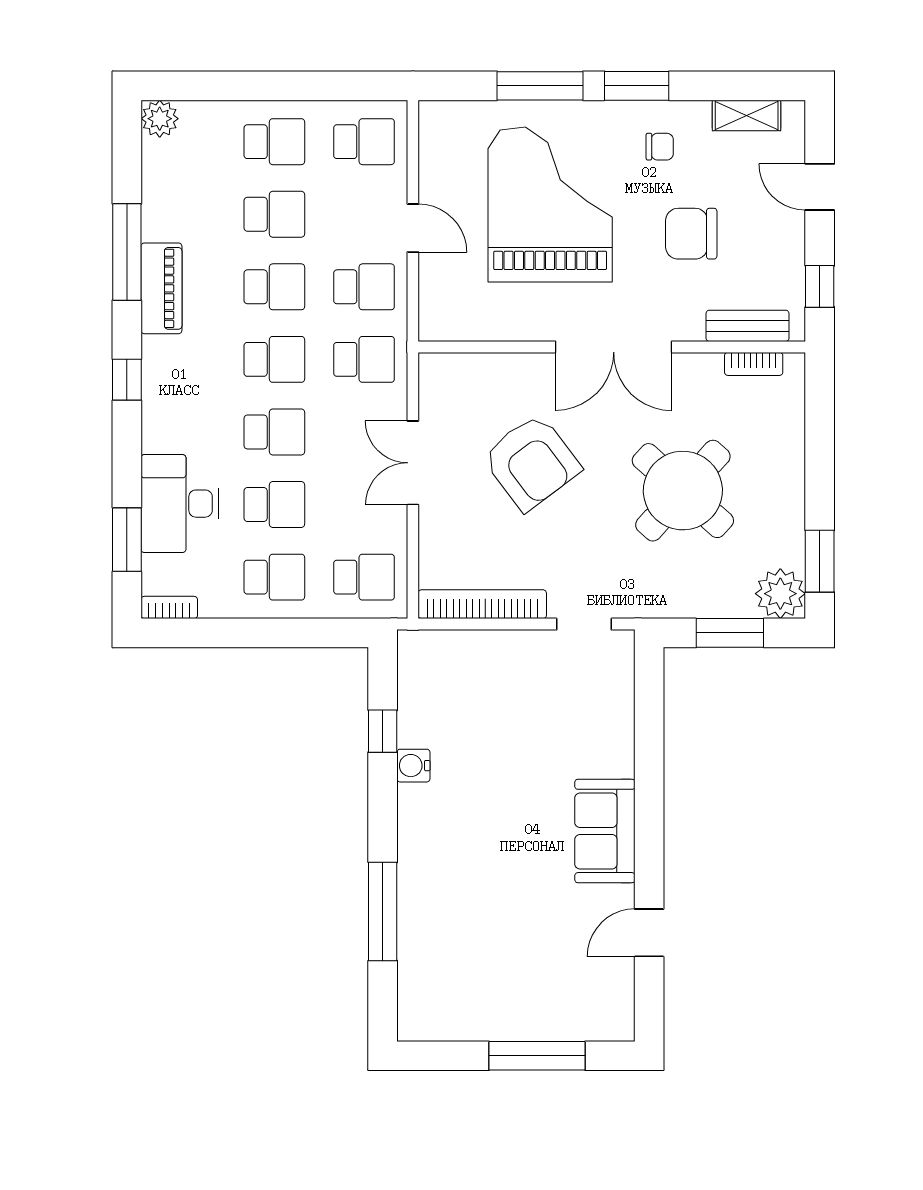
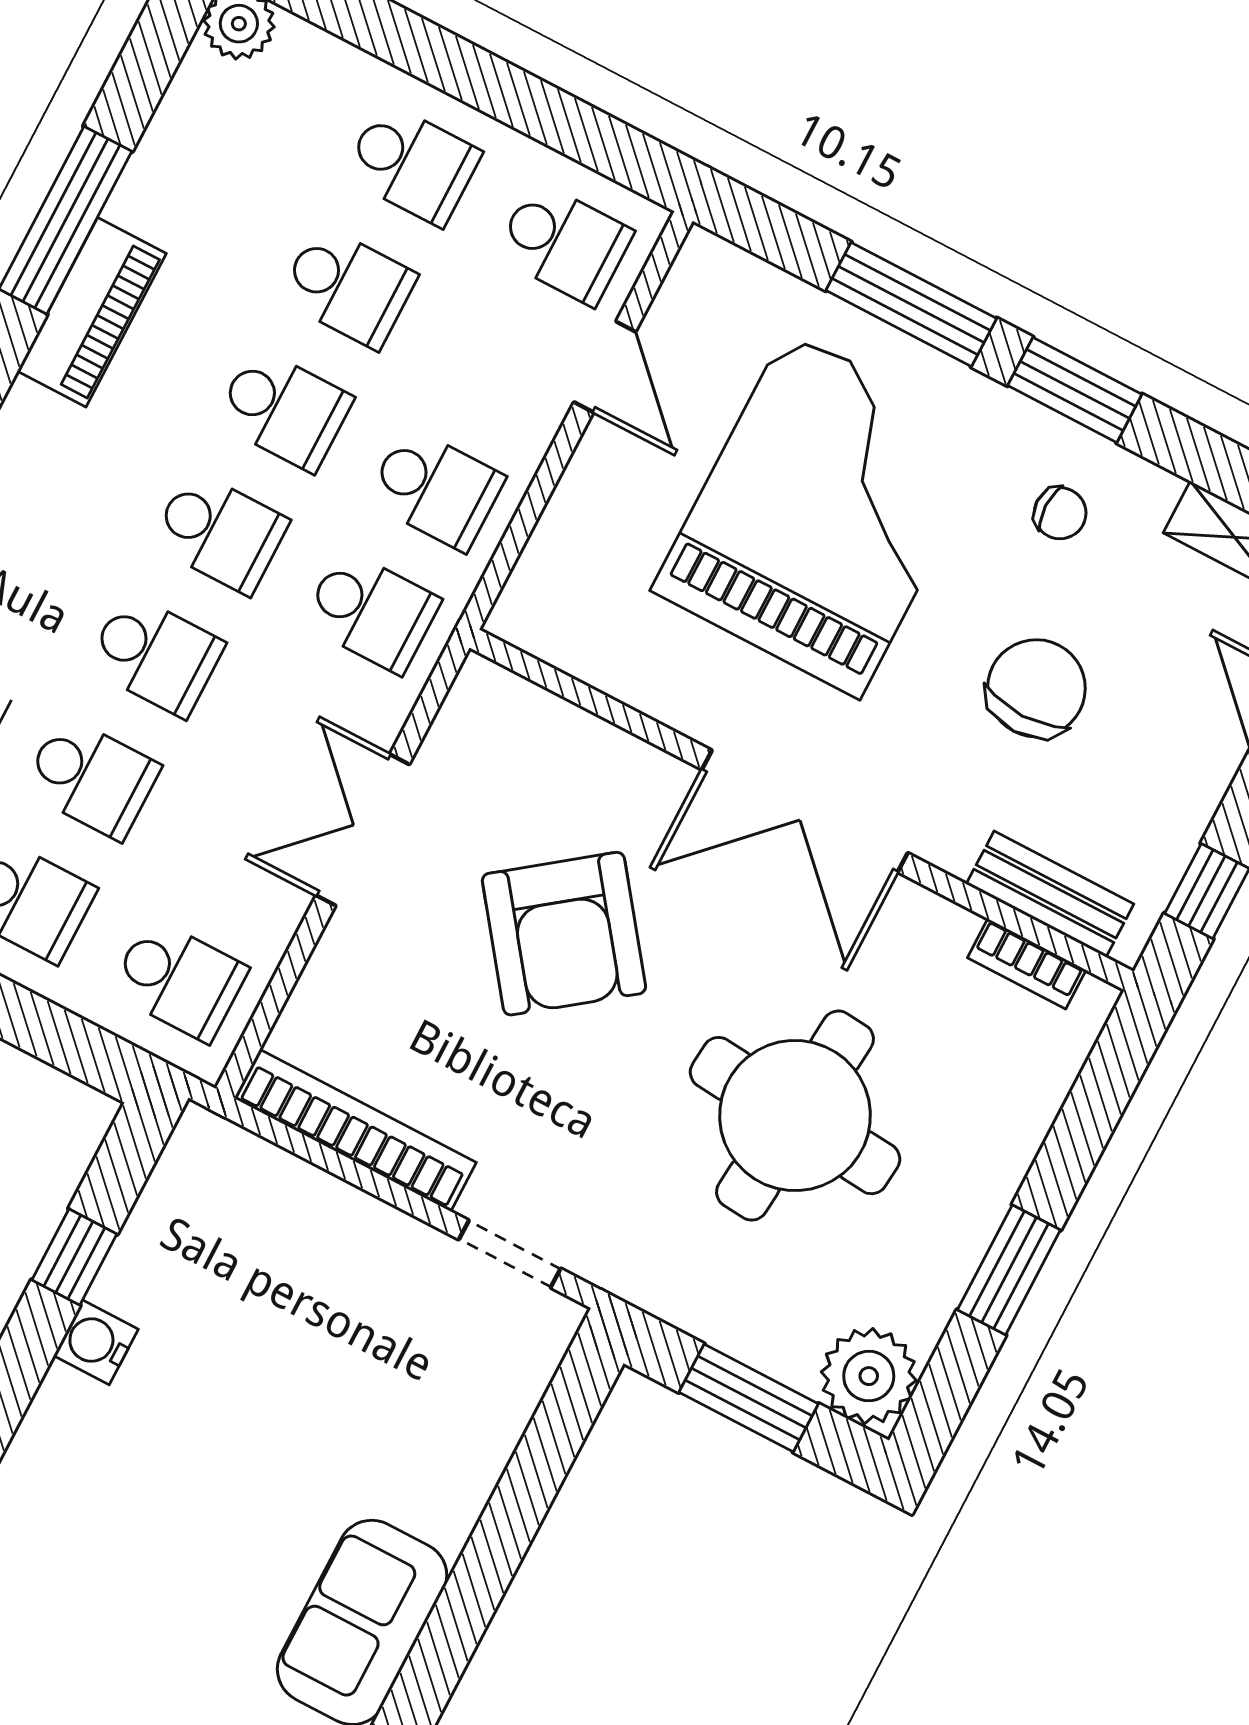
door: (413, 228) -> (605, 367), moved
chair: (691, 234) -> (1036, 688), turned 90
round table: (683, 491) -> (795, 1116), turned -37
window: (820, 561) -> (1009, 1270), moved

